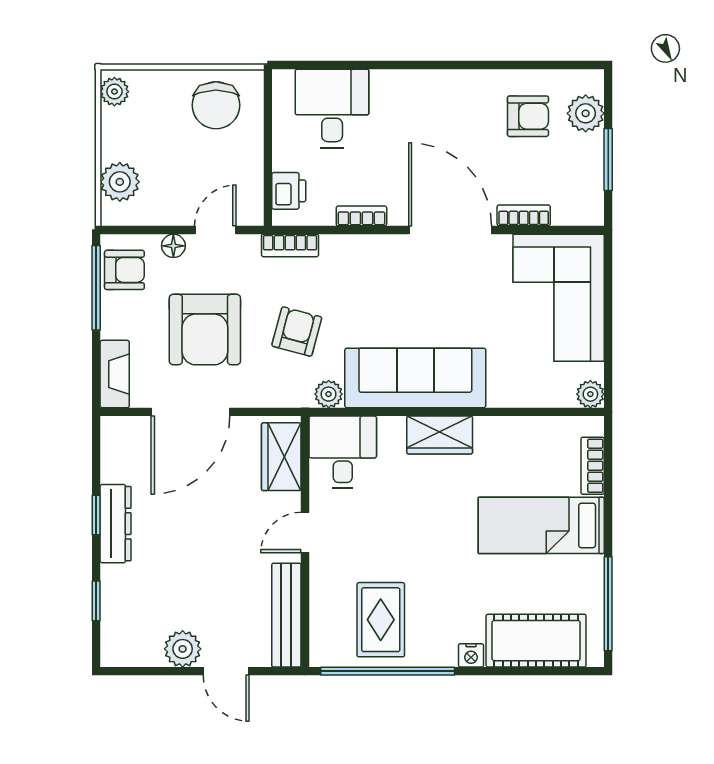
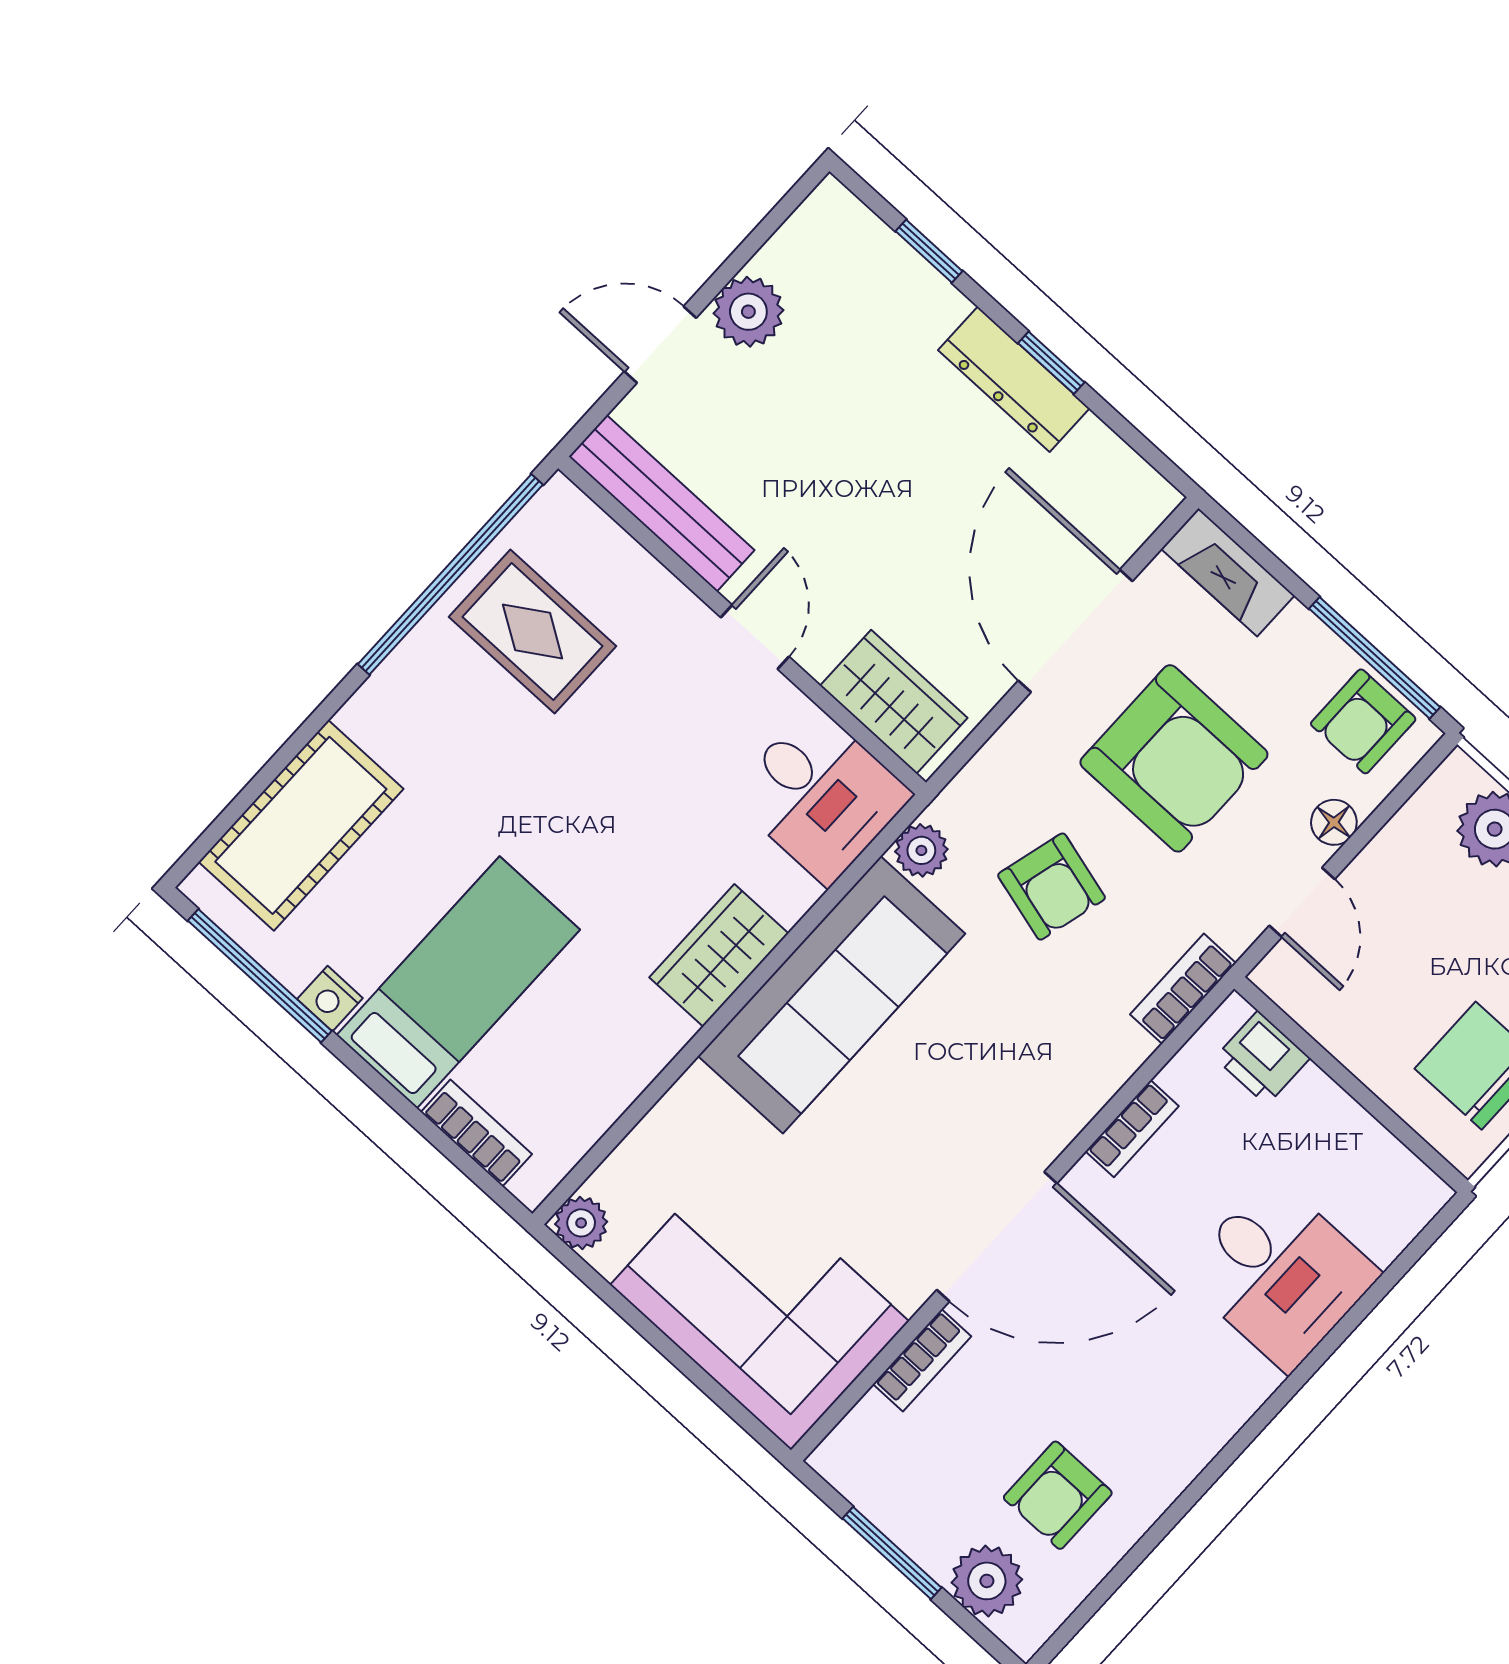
desk: (332, 109) -> (1280, 1274), moved
armchair: (205, 330) -> (1174, 758), turned 180
nightstand: (471, 655) -> (330, 999), moved, turned -90

